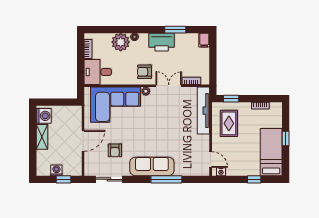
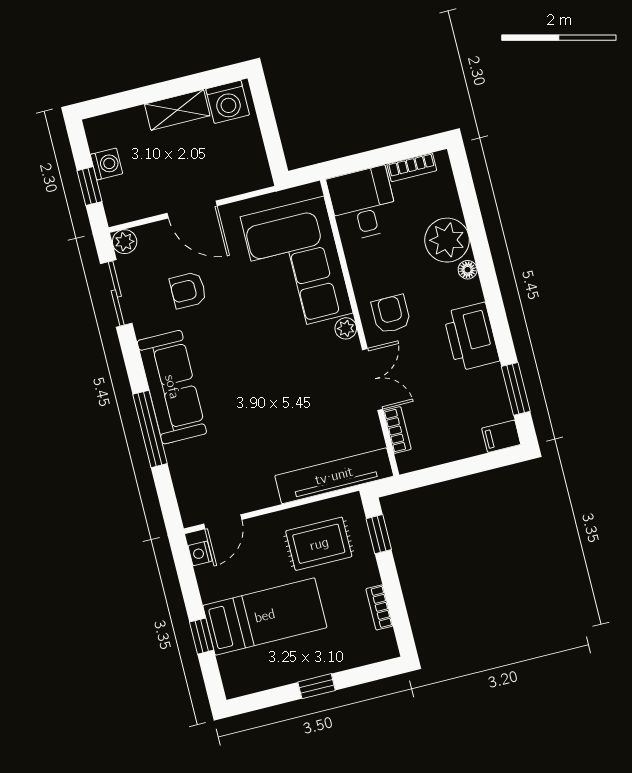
window: (175, 30) -> (516, 389), moved
bed: (271, 152) -> (265, 616), moved
plant: (89, 171) -> (125, 242), added

